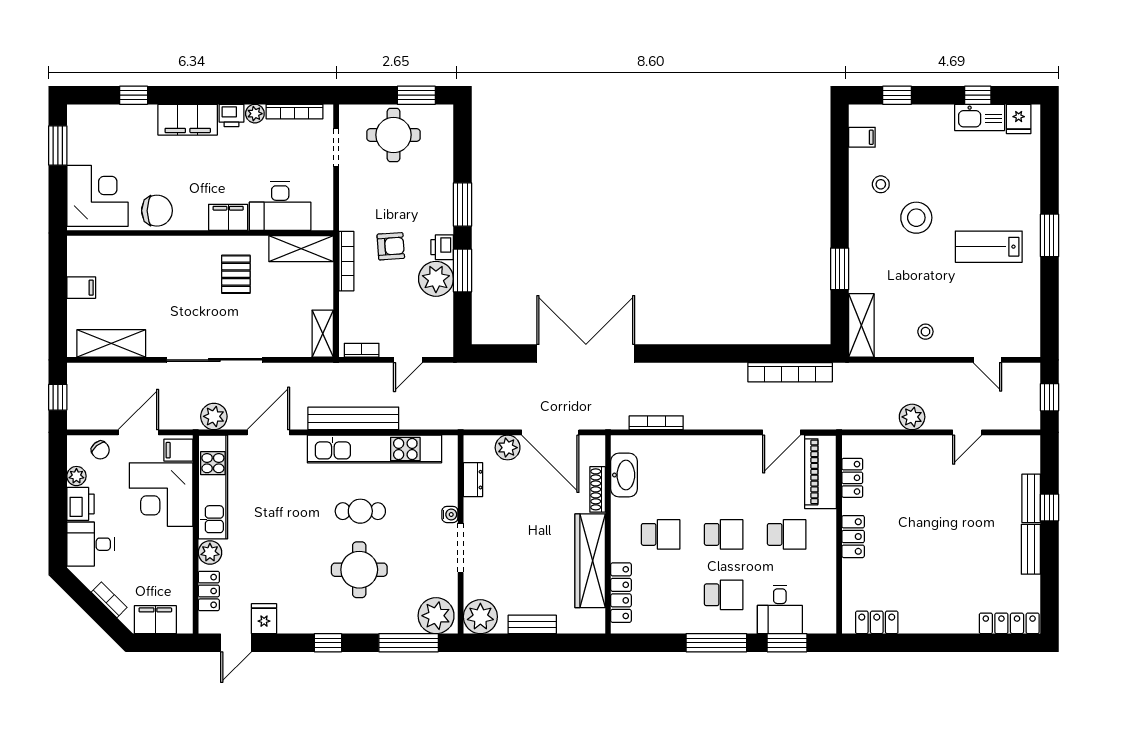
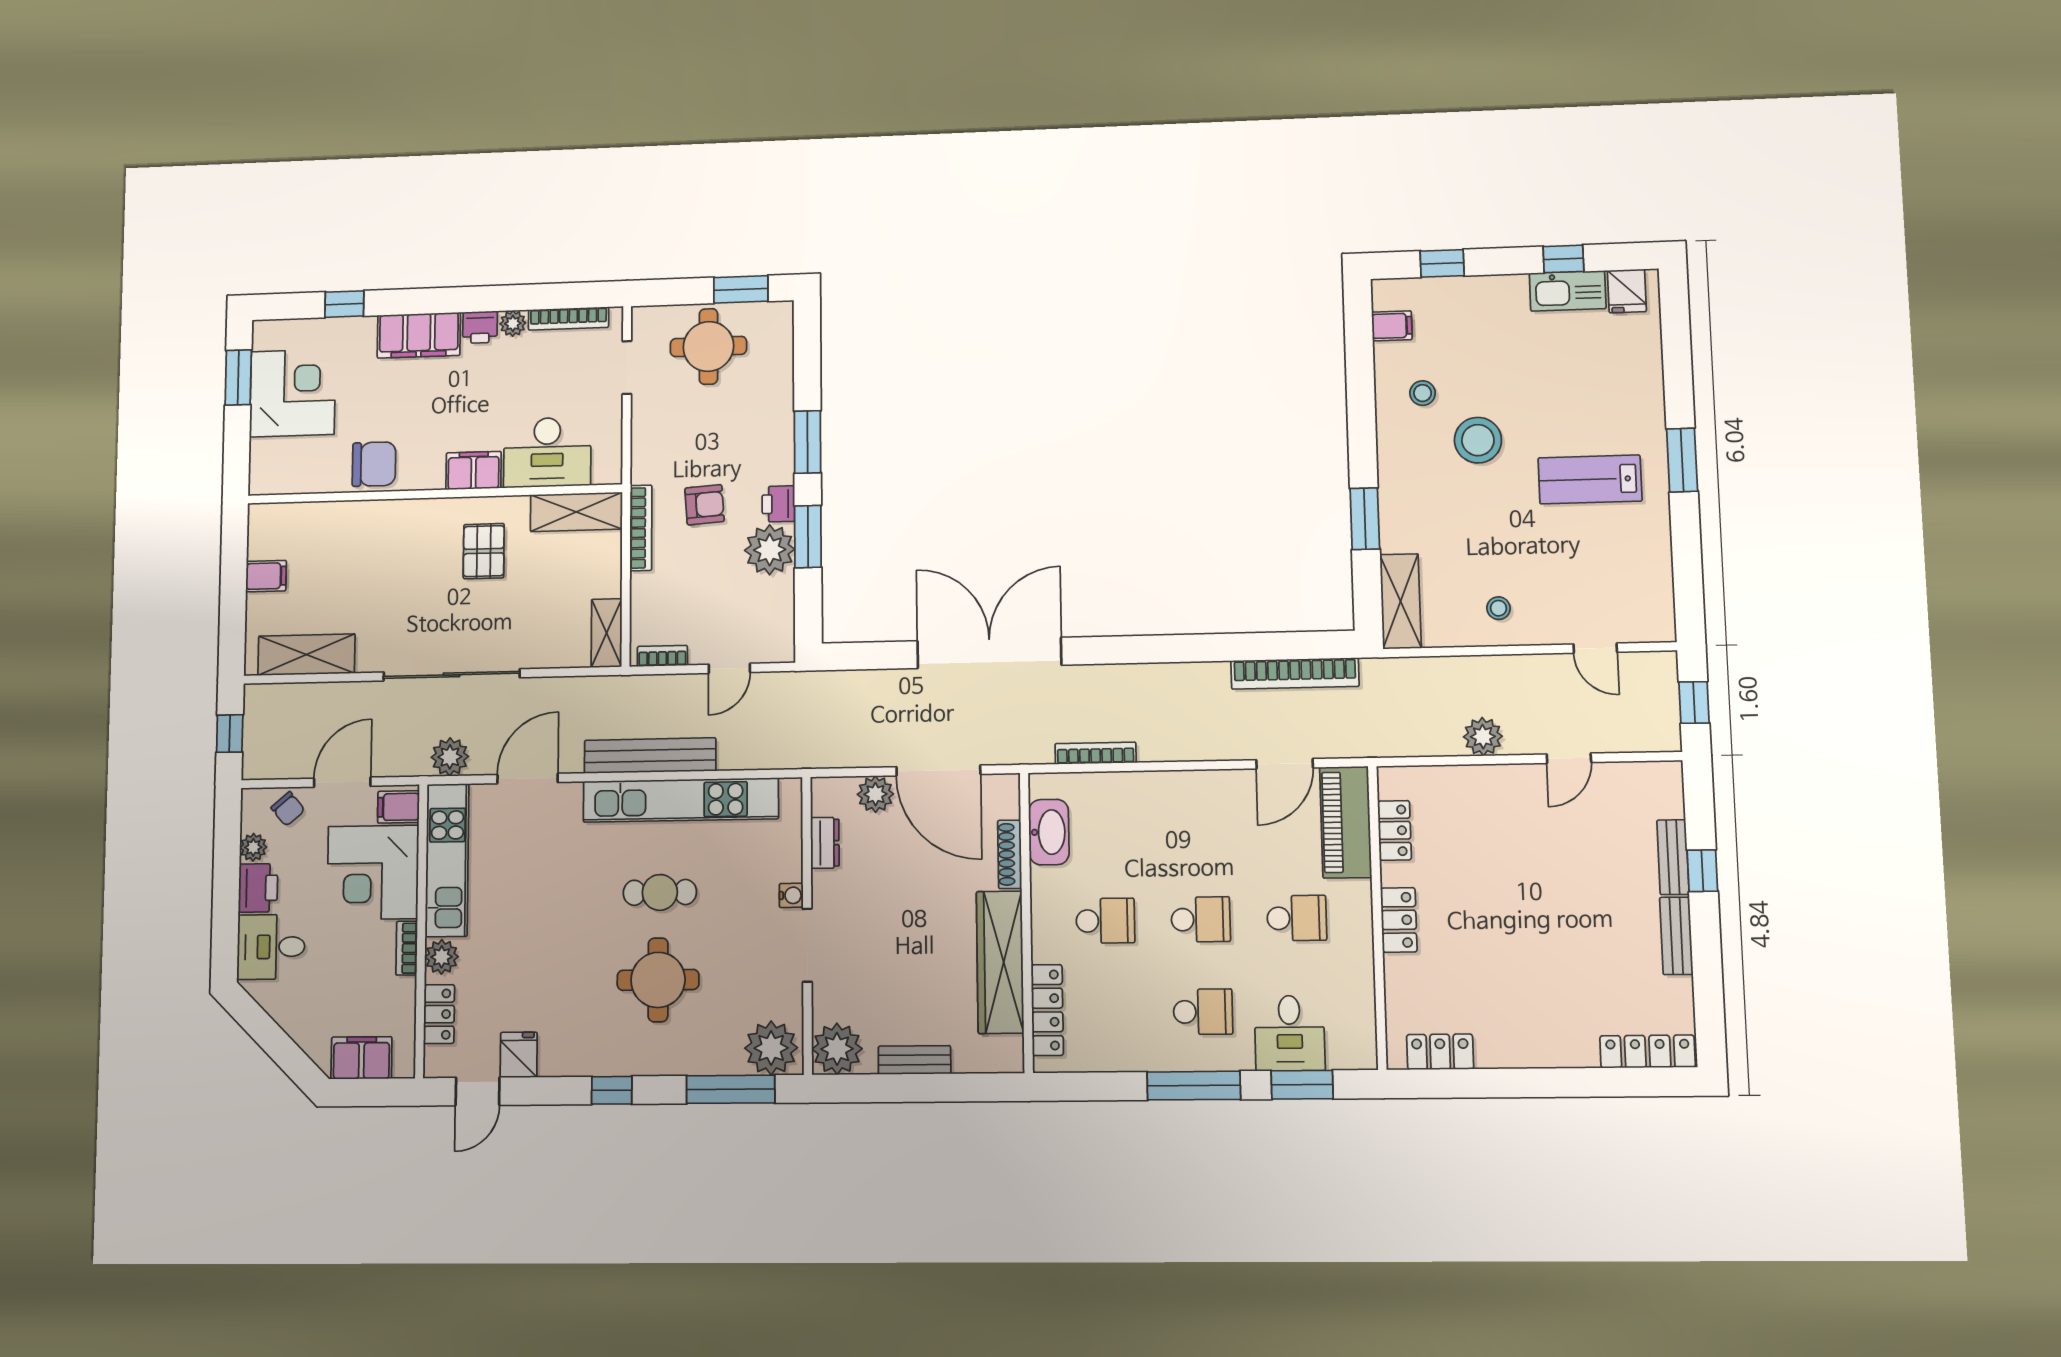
corner desk: (97, 196) -> (293, 393), moved
bookcase: (109, 600) -> (407, 948), moved, turned -135

